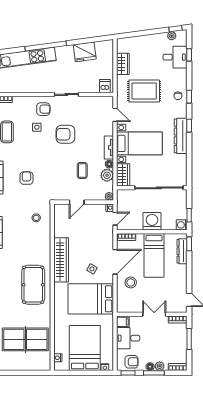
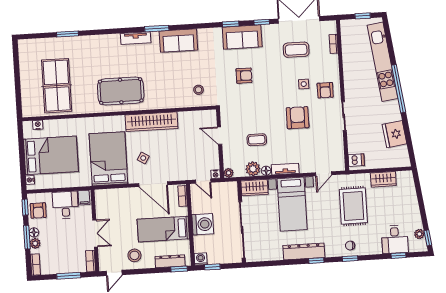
stool: (131, 282) -> (134, 255), moved

